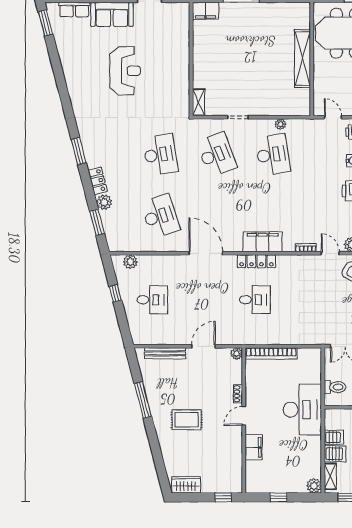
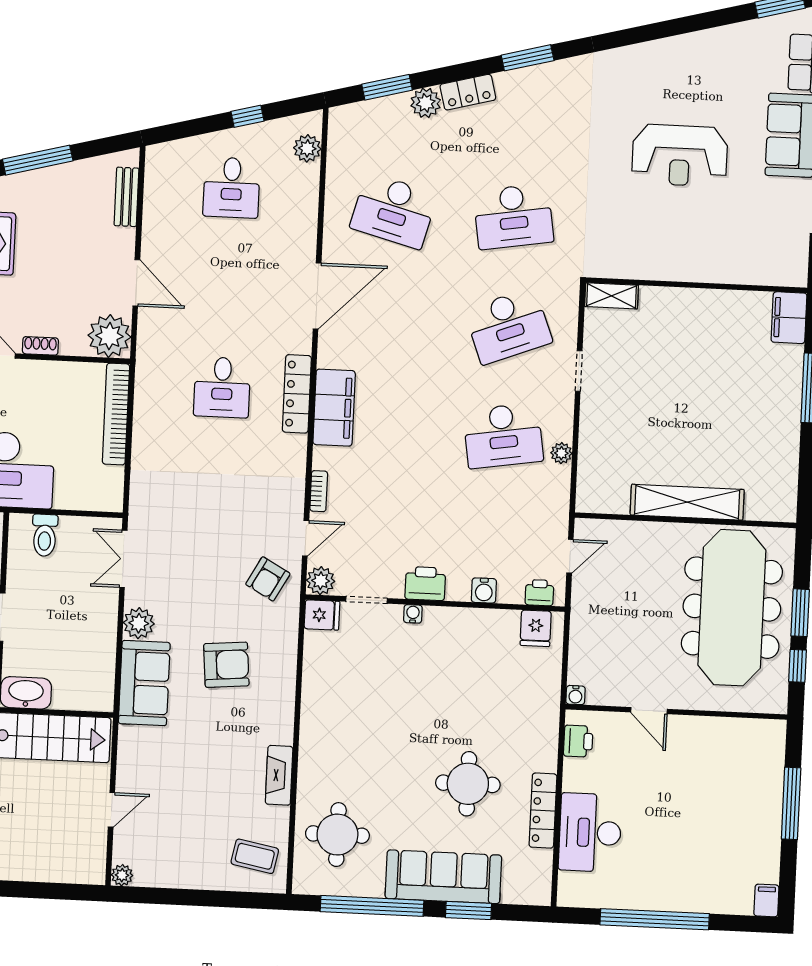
desk: (160, 216) -> (394, 211), turned 33
bench: (165, 353) -> (126, 197), width x0.73
plant: (237, 353) -> (109, 336), width x1.88, depth x1.88

